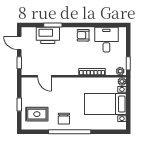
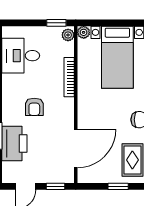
armchair: (83, 35) -> (34, 107), moved
door: (45, 76) -> (76, 148), width x1.88

